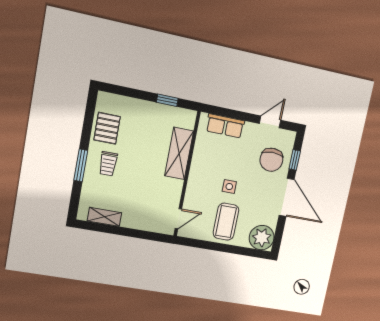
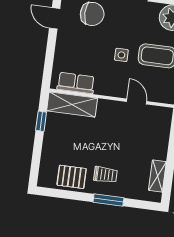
row of seats: (225, 126) -> (76, 83), moved, turned -90
shelving: (179, 153) -> (72, 104), moved
door: (178, 219) -> (137, 101), moved

